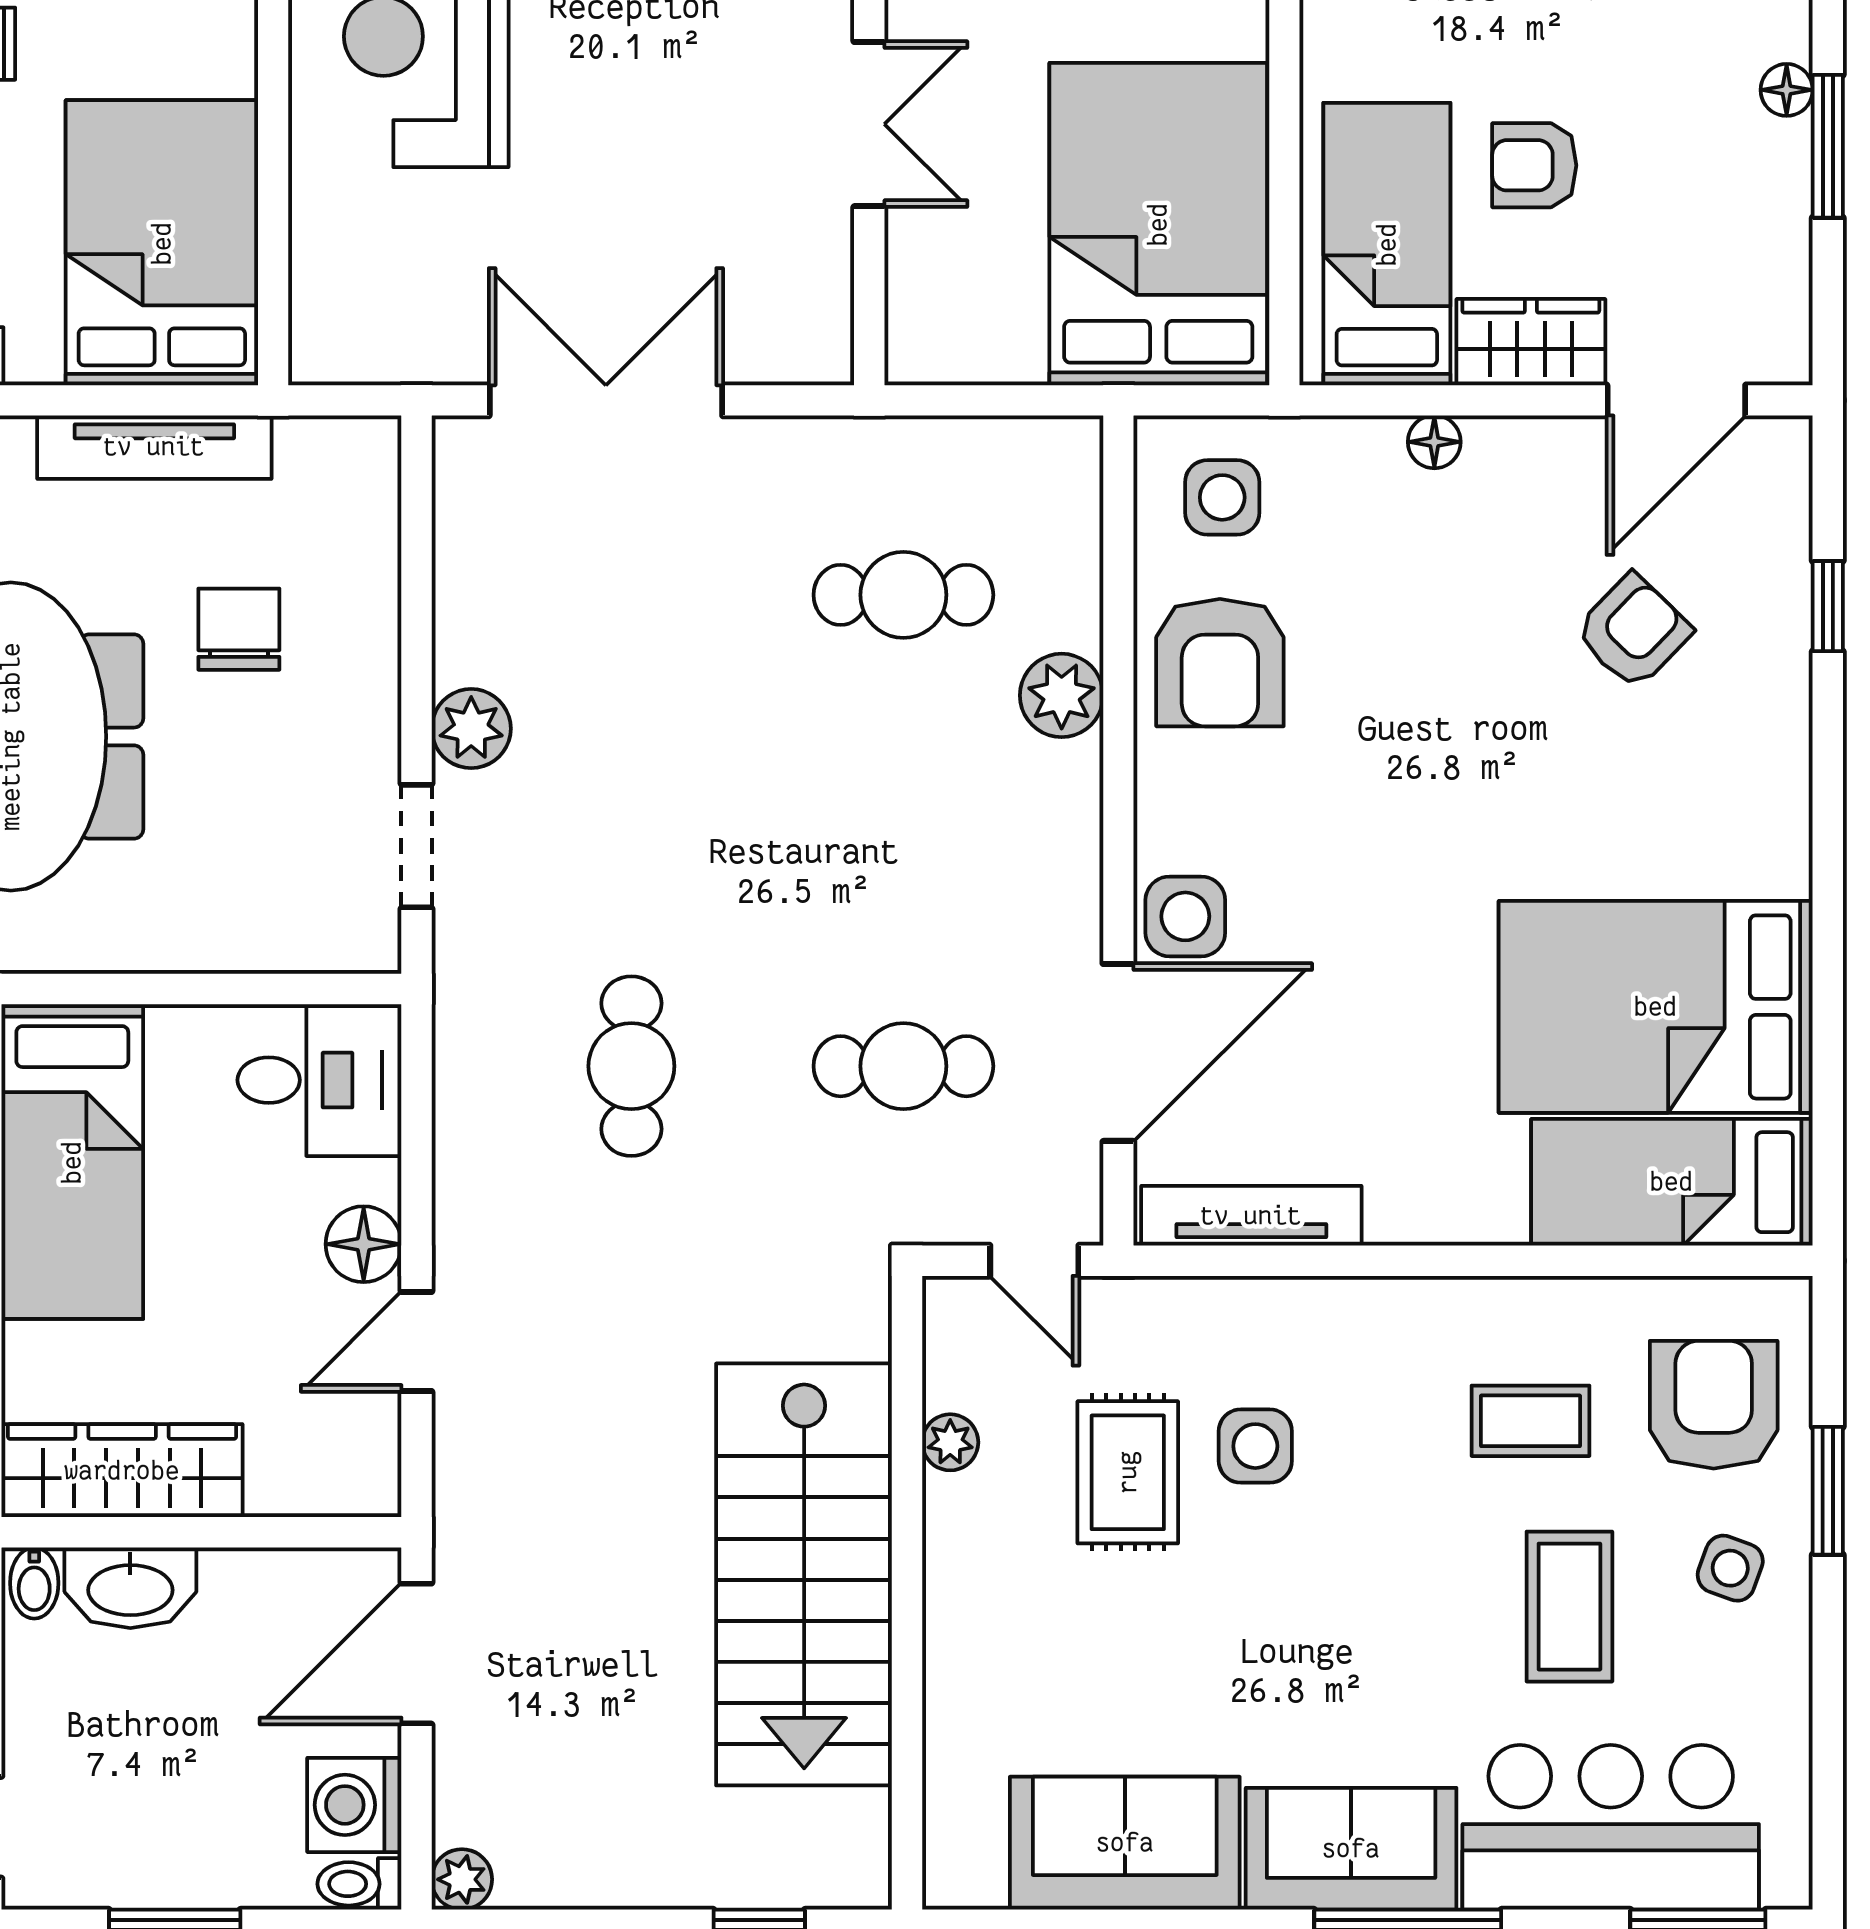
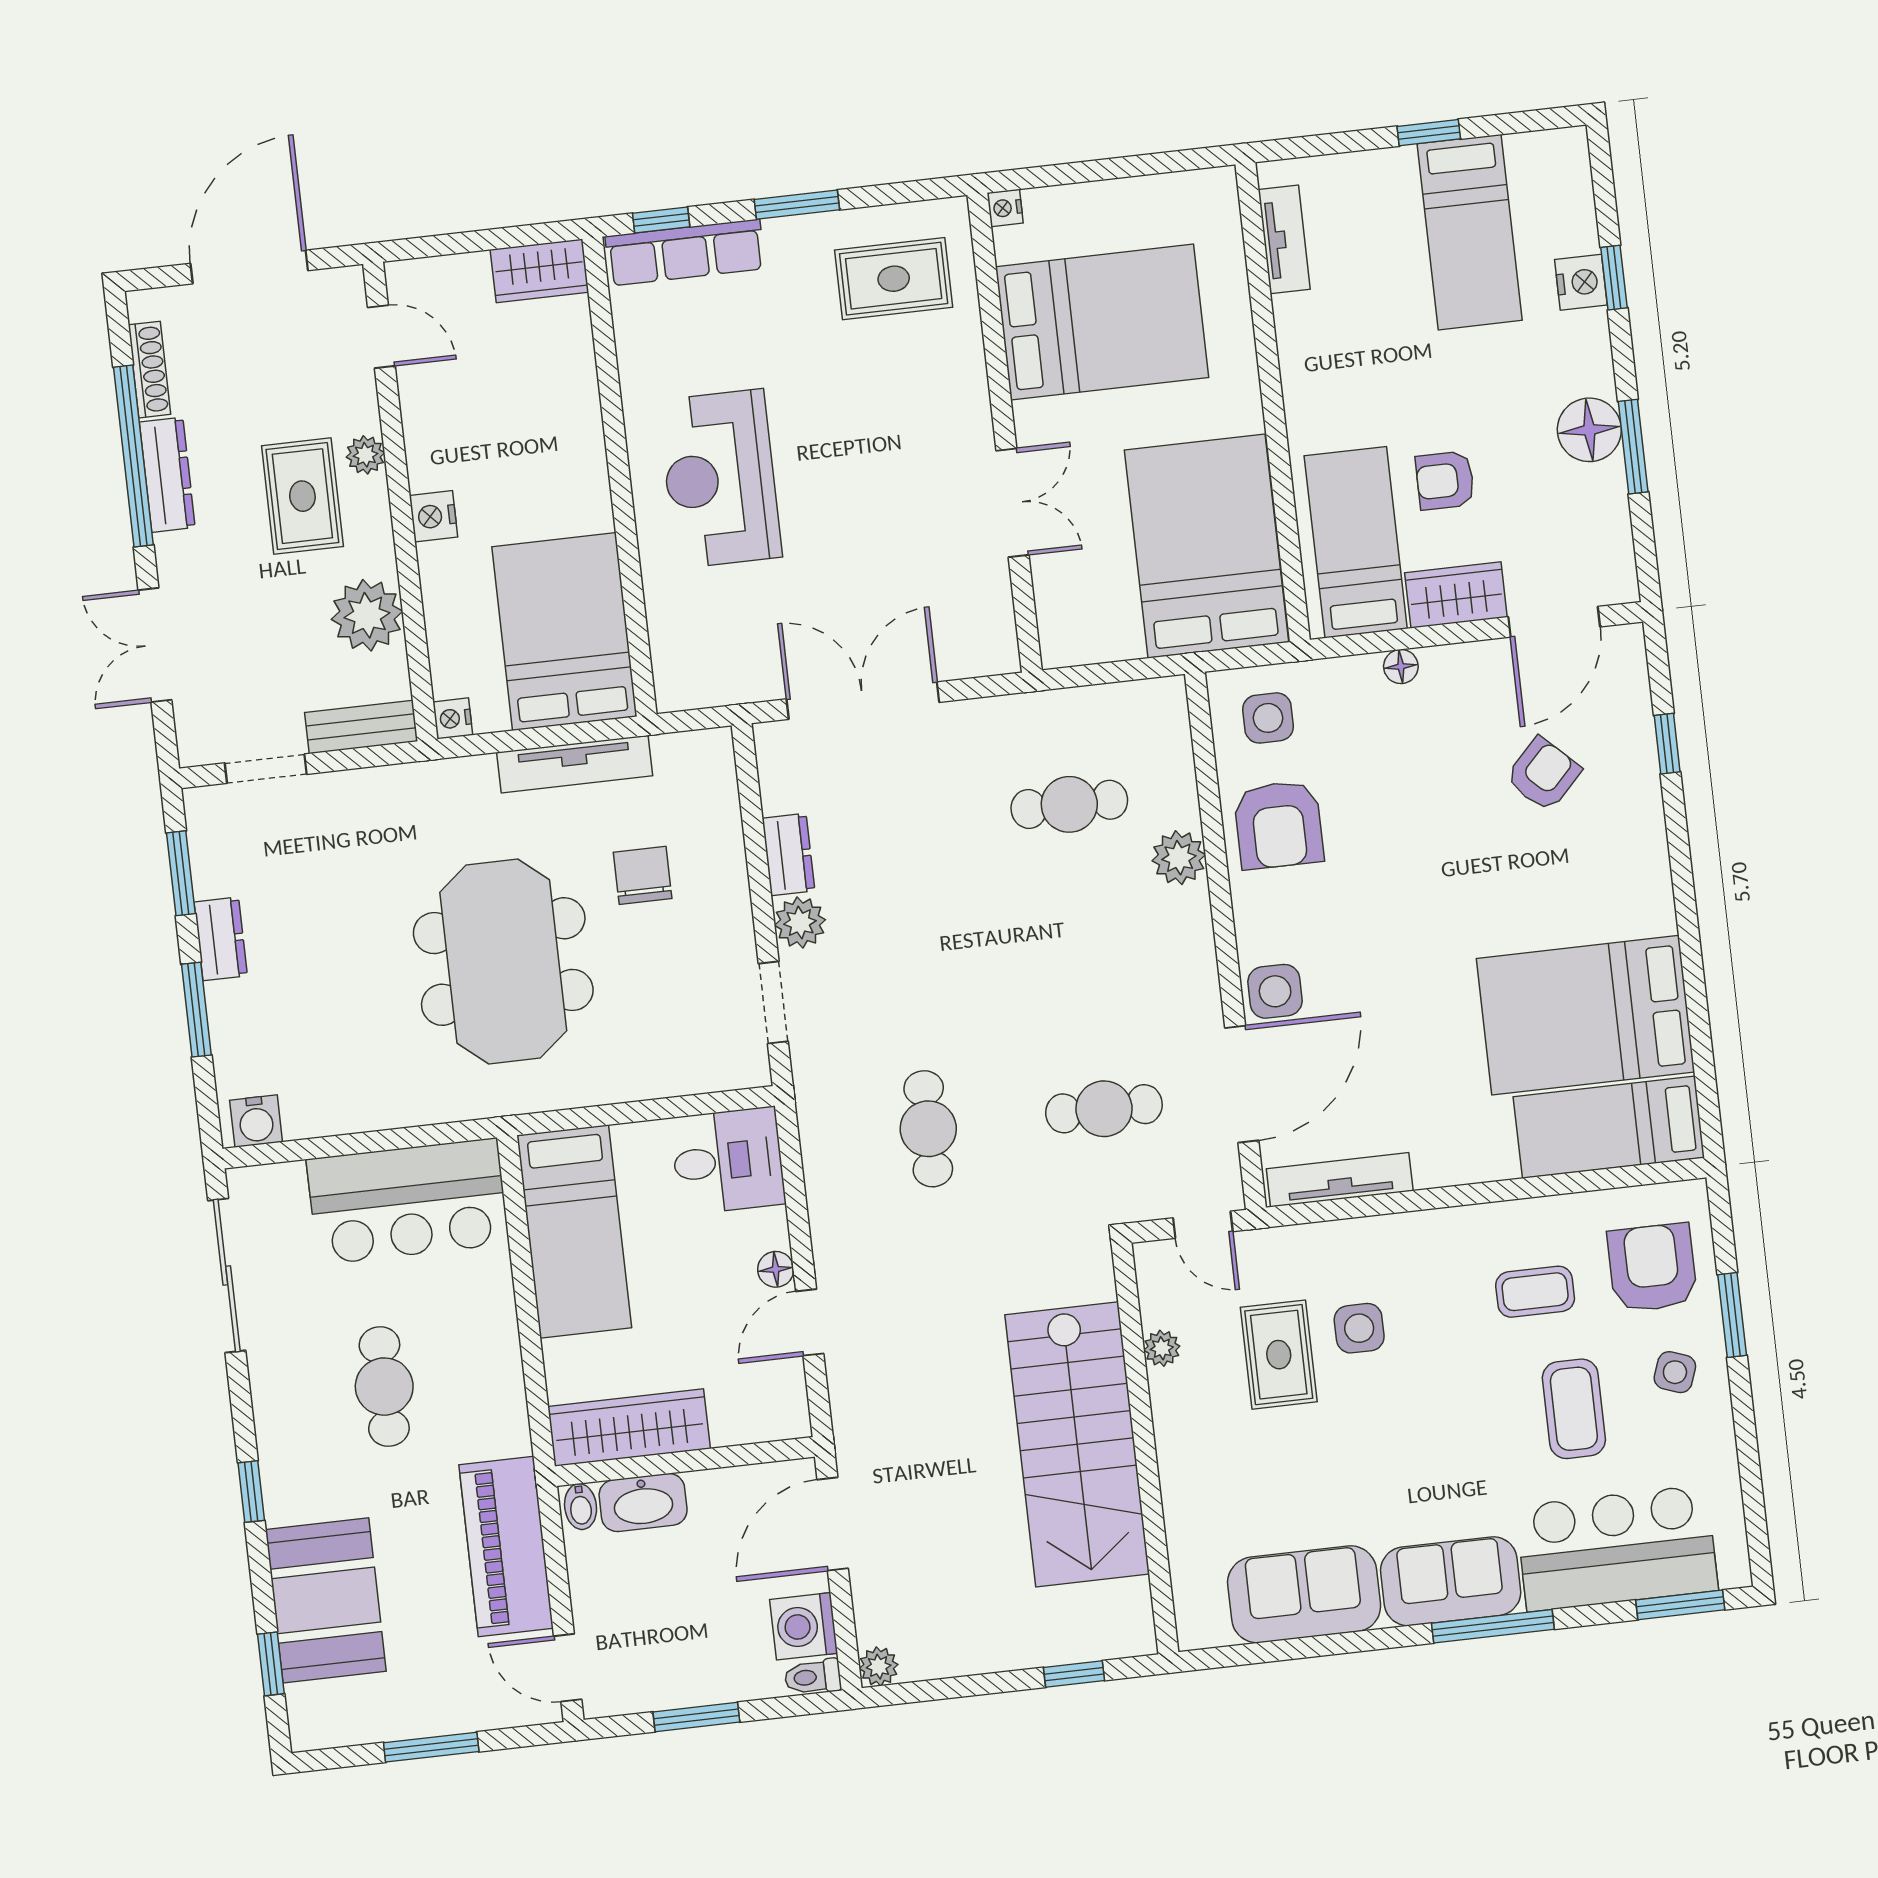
floor lamp: (1787, 90) -> (1589, 430), width x1.89, depth x1.89
dresser: (466, 623) -> (788, 854), added
floor lamp: (364, 1244) -> (776, 1269), width x0.73, depth x0.73

